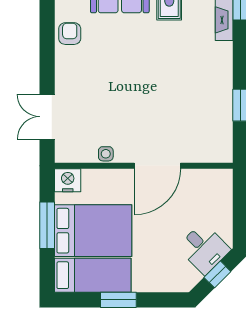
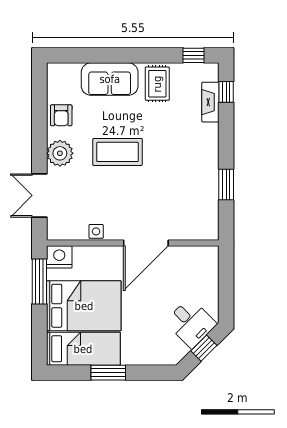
armchair: (70, 34) -> (61, 115), turned 180
coffee table: (128, 72) -> (117, 152), added
plant: (68, 73) -> (60, 153), added
window: (47, 225) -> (39, 282), moved

